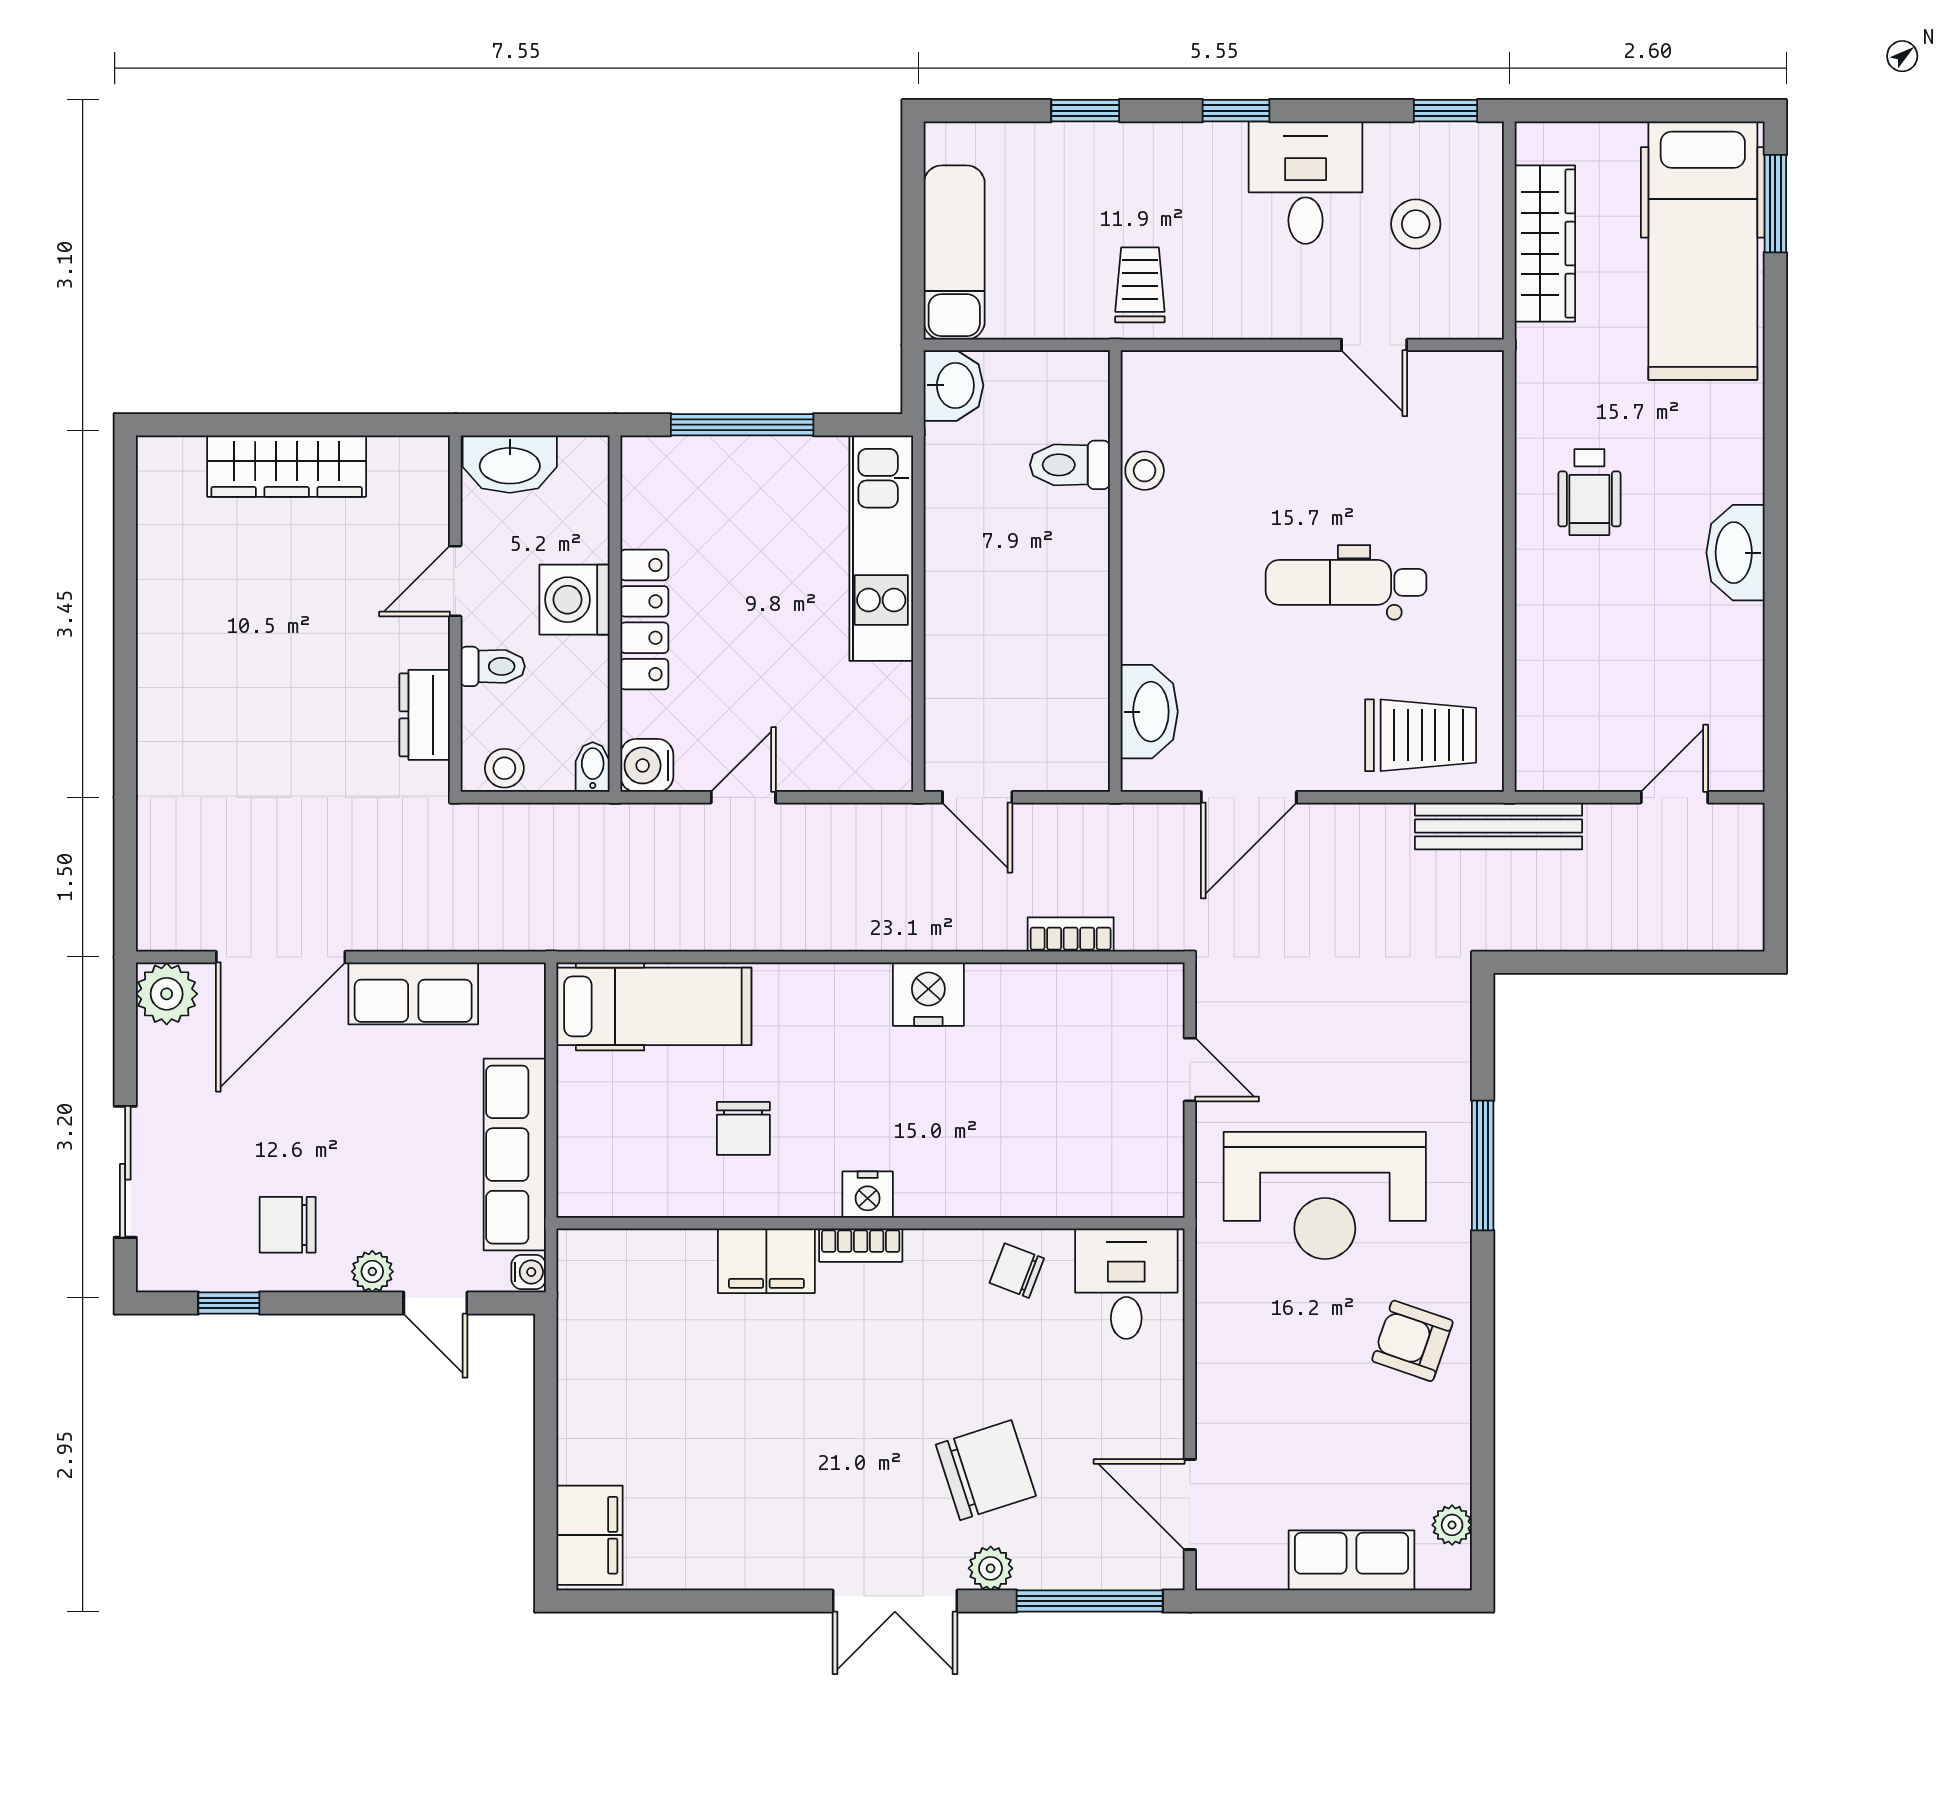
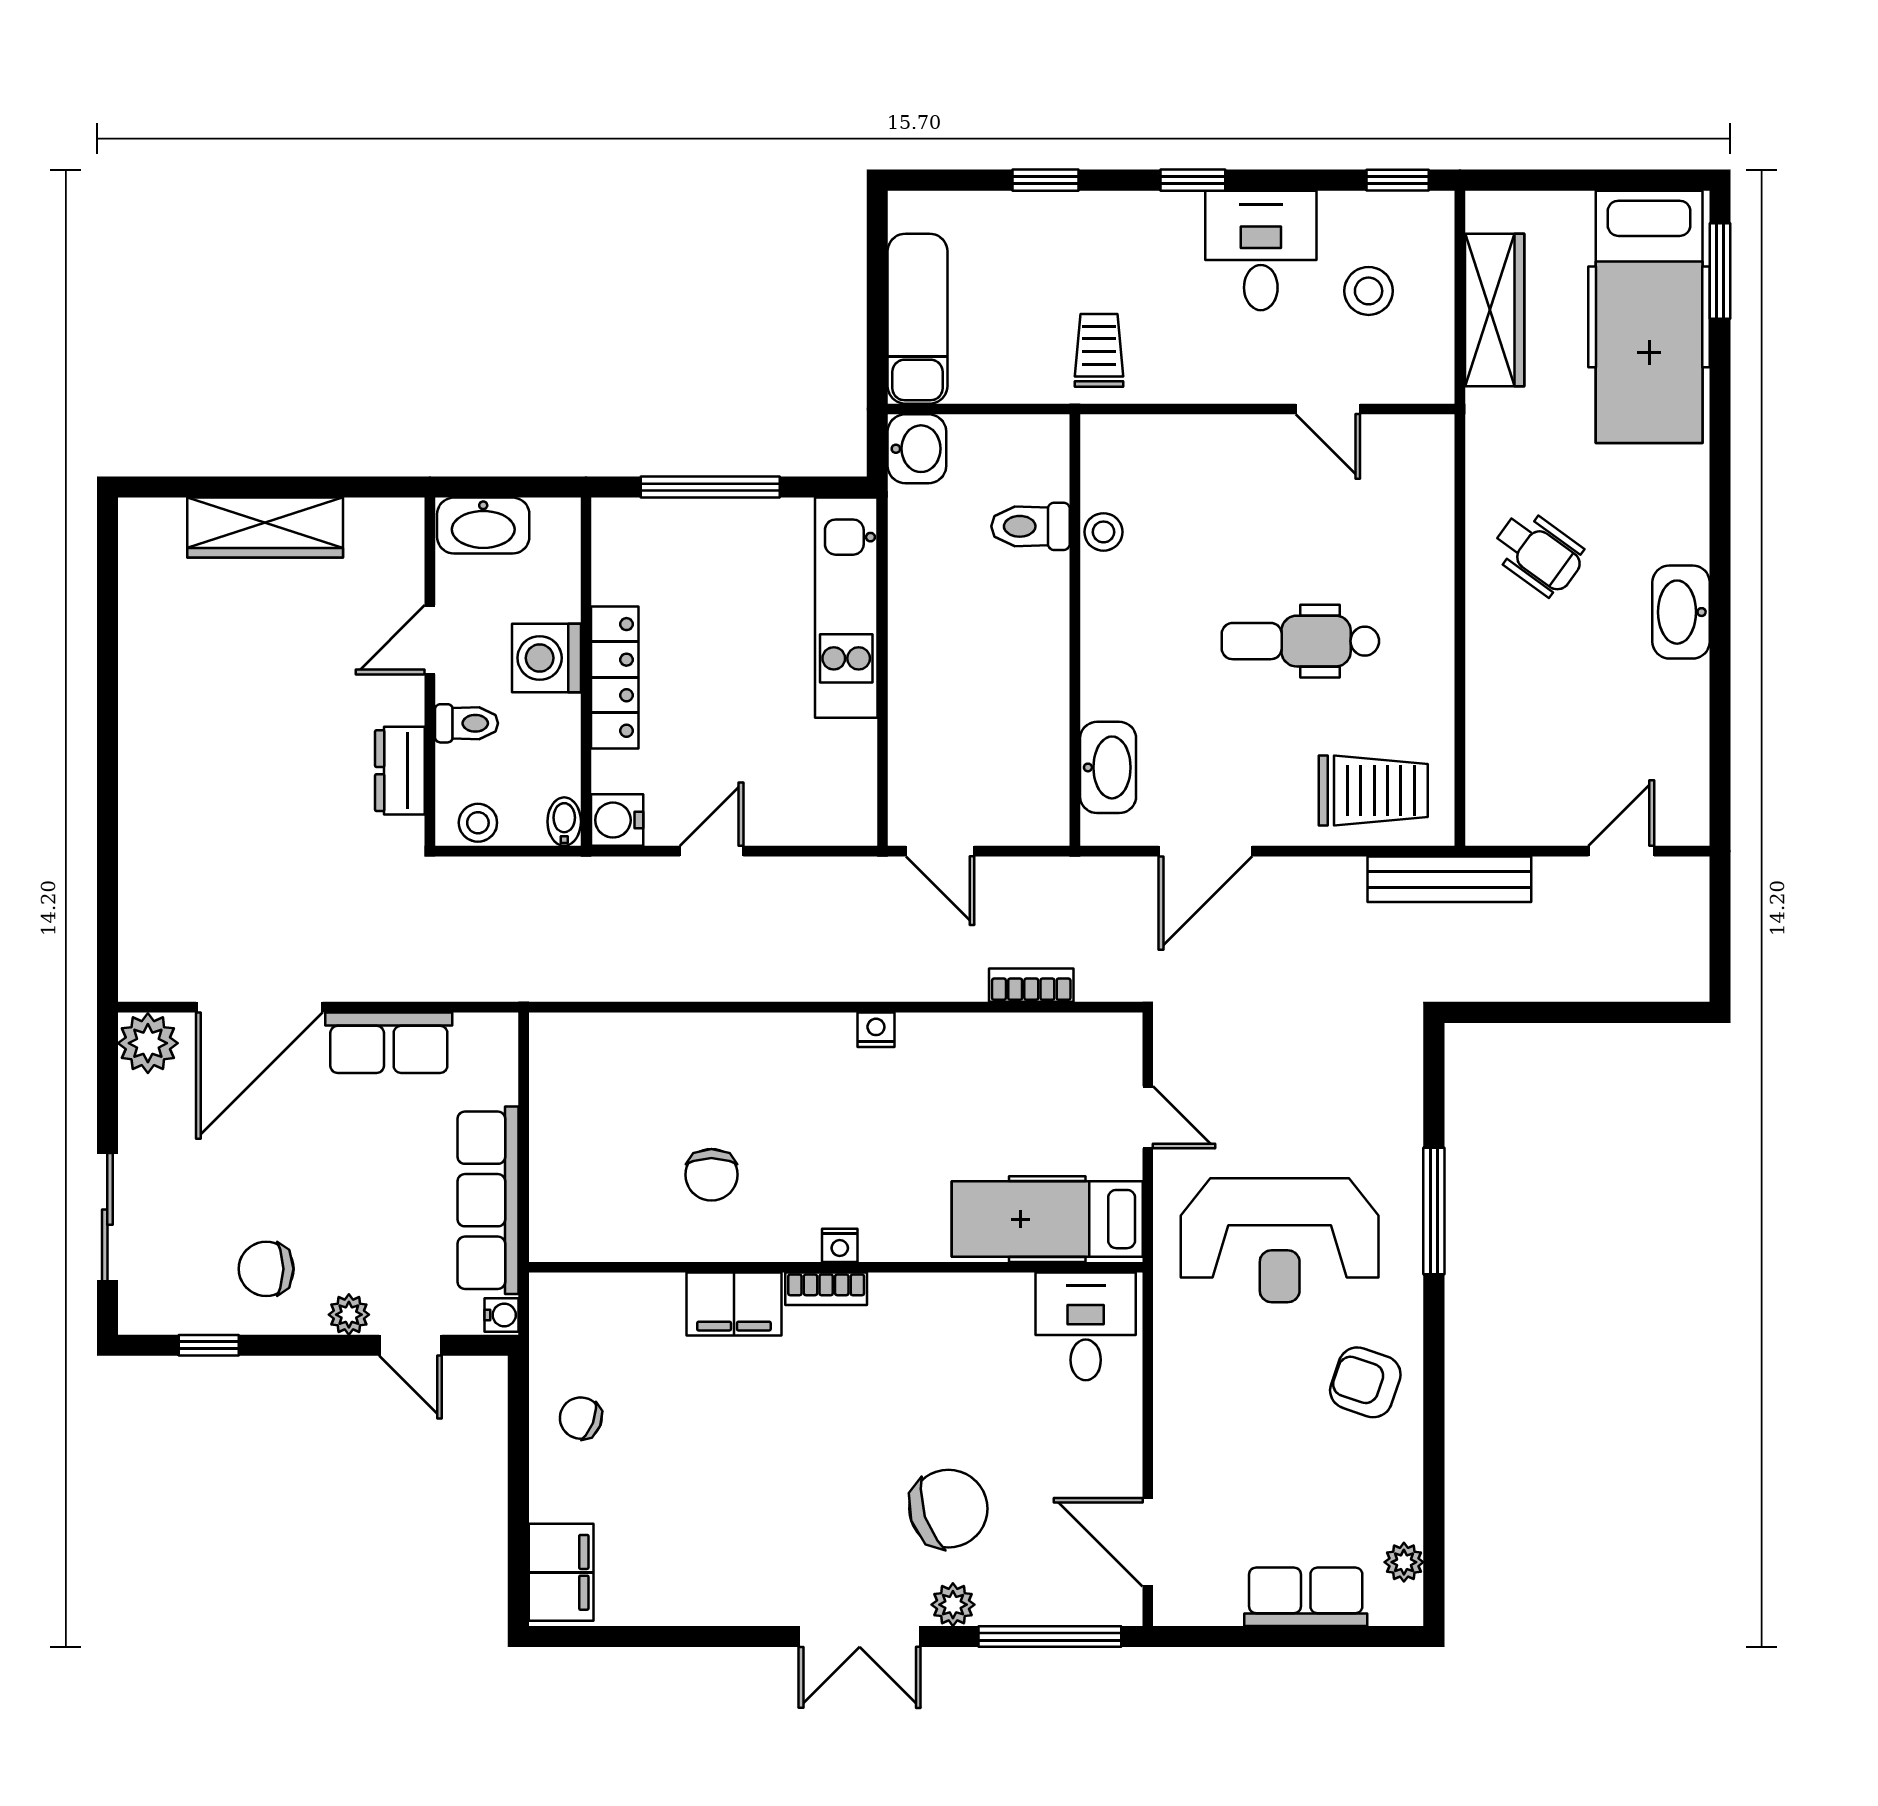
wheelchair: (1589, 492) -> (1538, 553), turned -54
nightstand: (928, 994) -> (876, 1030), width x0.53, depth x0.56
hospital bed: (654, 1006) -> (1047, 1219), moved, turned 180
nightstand: (868, 1195) -> (840, 1245), width x0.72, depth x0.74
chair: (1017, 1271) -> (581, 1418), moved

